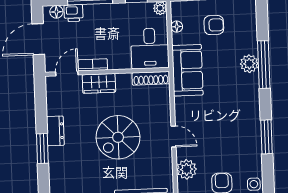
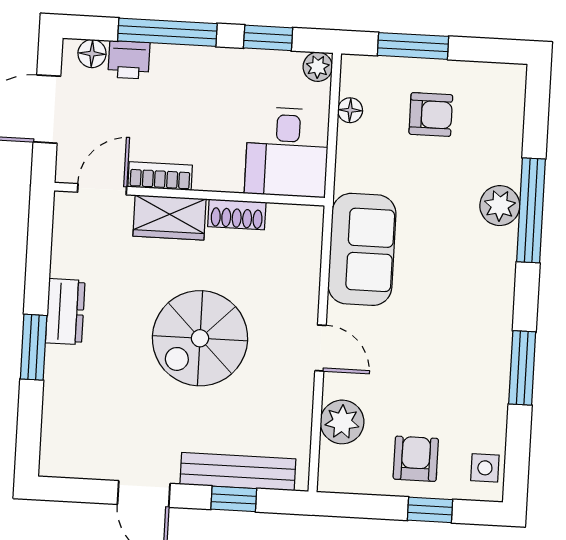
sofa: (187, 70) -> (362, 249), moved
shoe rack: (151, 78) -> (237, 214), moved, width x0.70

